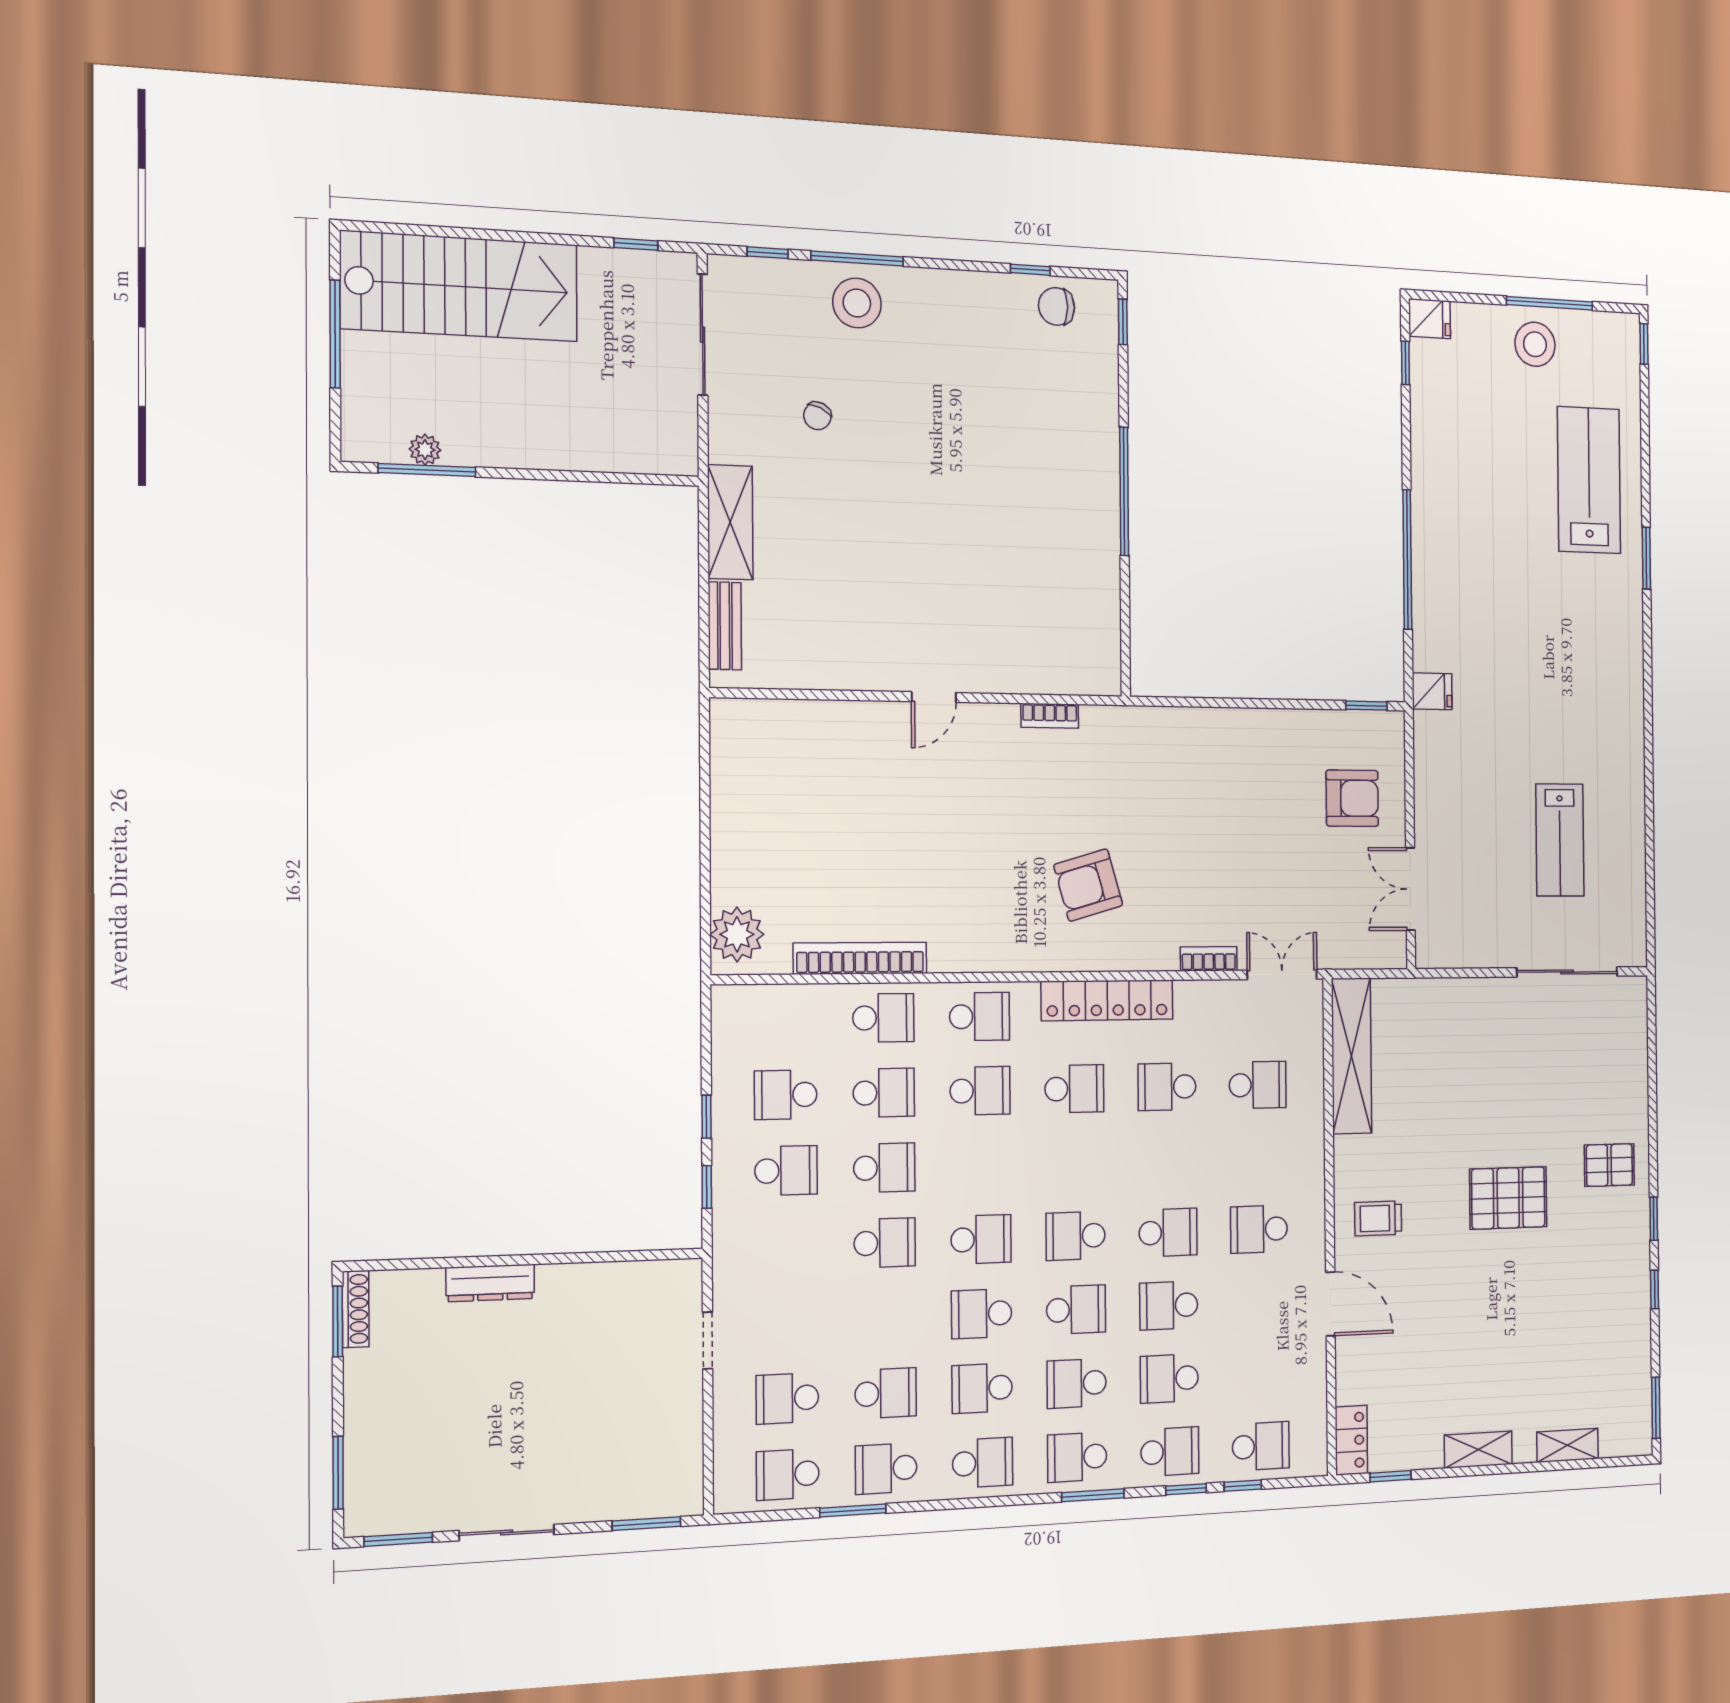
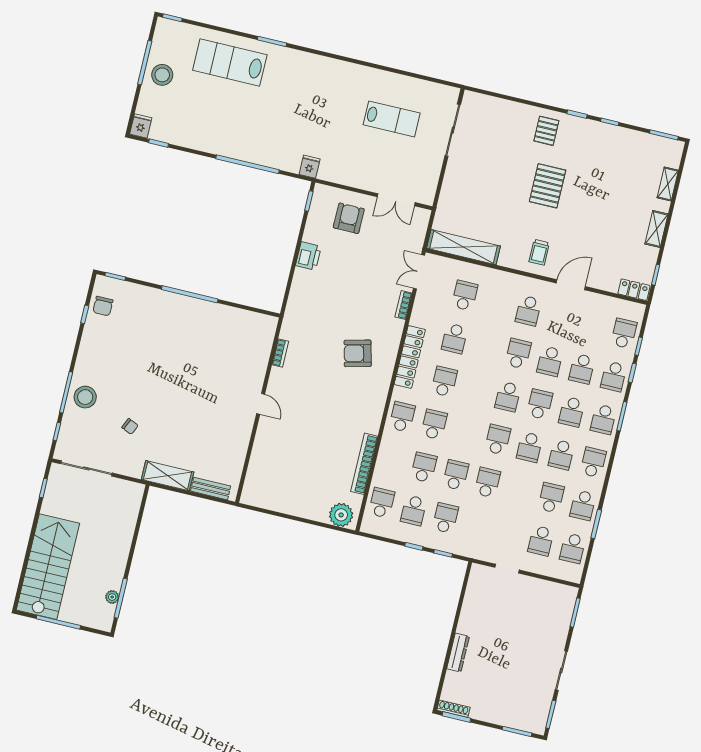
printer: (1259, 730) -> (308, 256), added
armchair: (1088, 885) -> (358, 353), turned 92
school desk: (883, 1018) -> (382, 503), moved
school desk: (1170, 1452) -> (614, 376), turned 180

